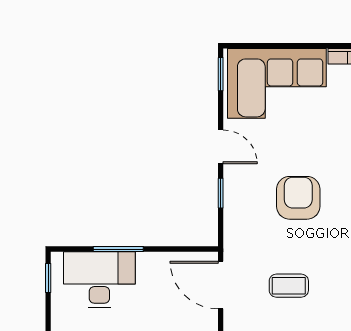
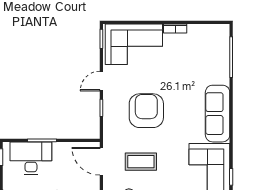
door: (221, 147) -> (101, 81), swing flipped
armchair: (298, 198) -> (146, 111), width x1.36, depth x1.36
coffee table: (289, 286) -> (141, 162), width x1.36, depth x1.30

